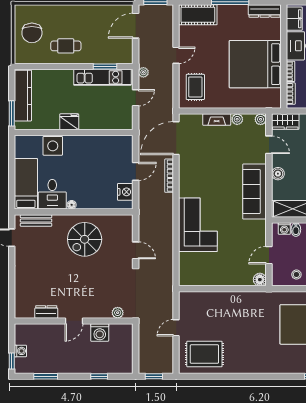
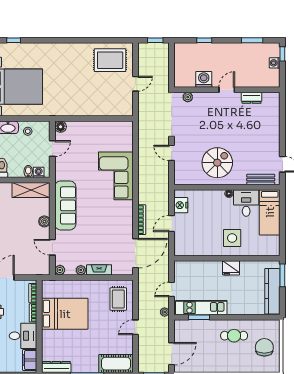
bed: (255, 64) -> (65, 314), width x0.73
wardrobe: (285, 122) -> (38, 268), removed
side table: (53, 146) -> (232, 238), moved

